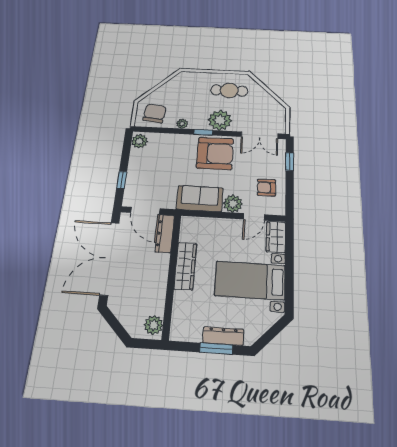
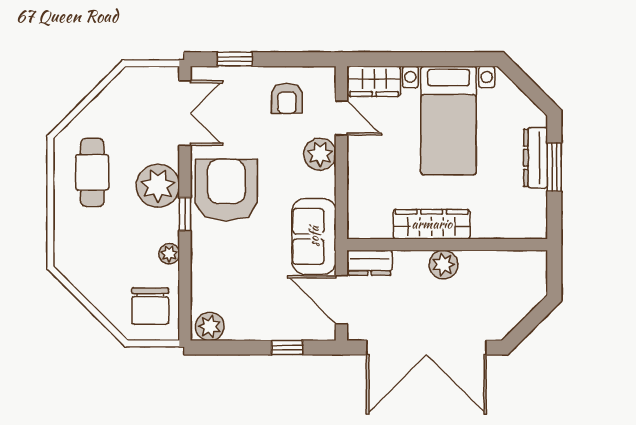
chair: (155, 113) -> (150, 306), turned -97
sofa: (200, 199) -> (314, 236), moved
door: (145, 211) -> (341, 300), swing flipped
dresser: (165, 233) -> (370, 263), width x0.70
plant: (154, 325) -> (443, 264), moved

